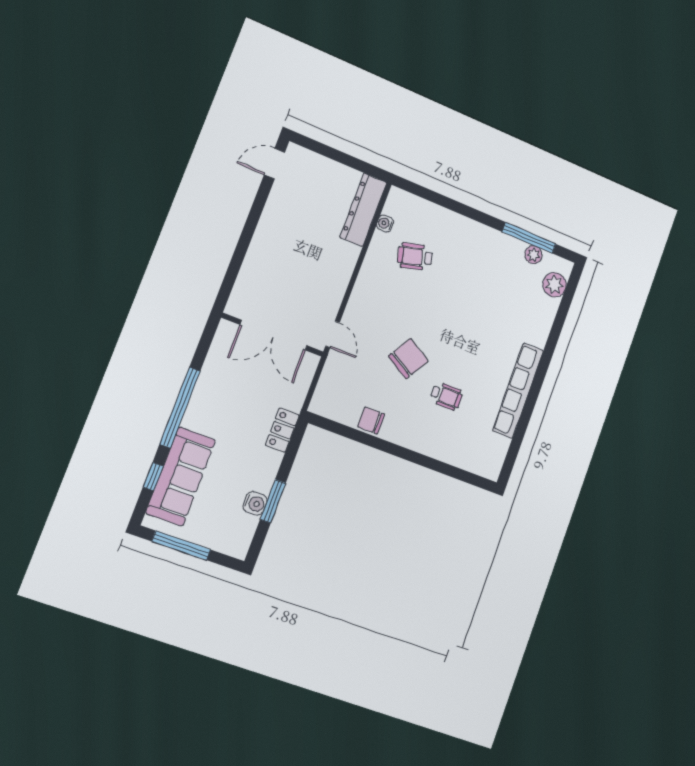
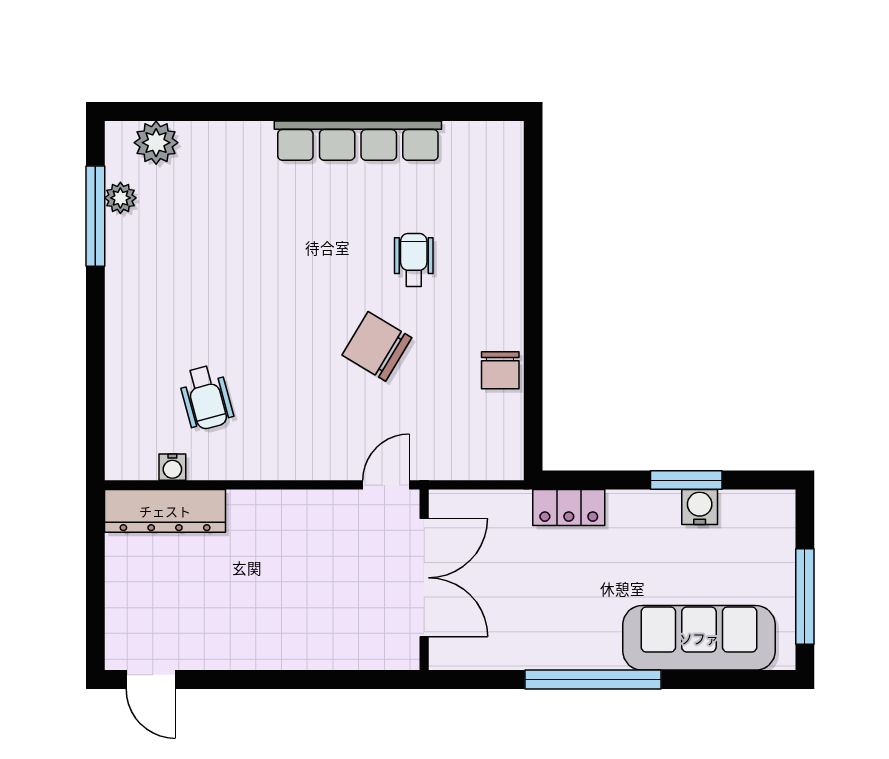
window: (153, 477) -> (714, 680), removed

